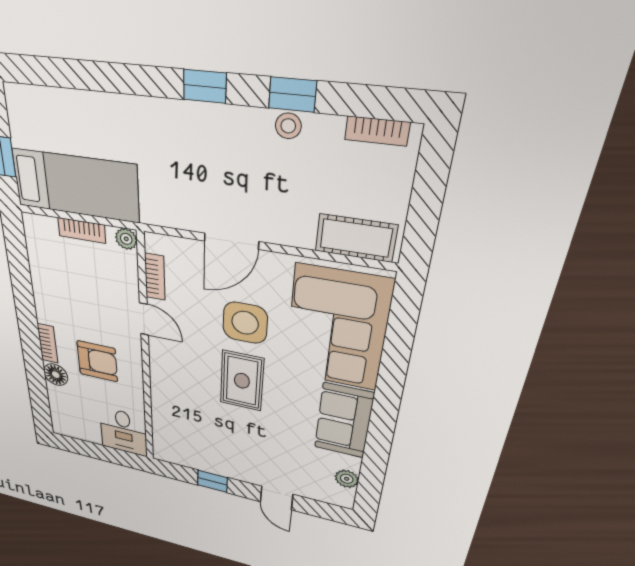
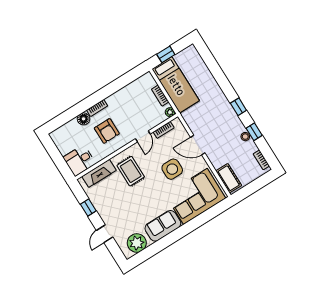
rug: (242, 381) -> (131, 171), moved, turned 90
fireplace: (165, 426) -> (99, 173), added
plant: (347, 479) -> (137, 243), width x1.87, depth x1.87

